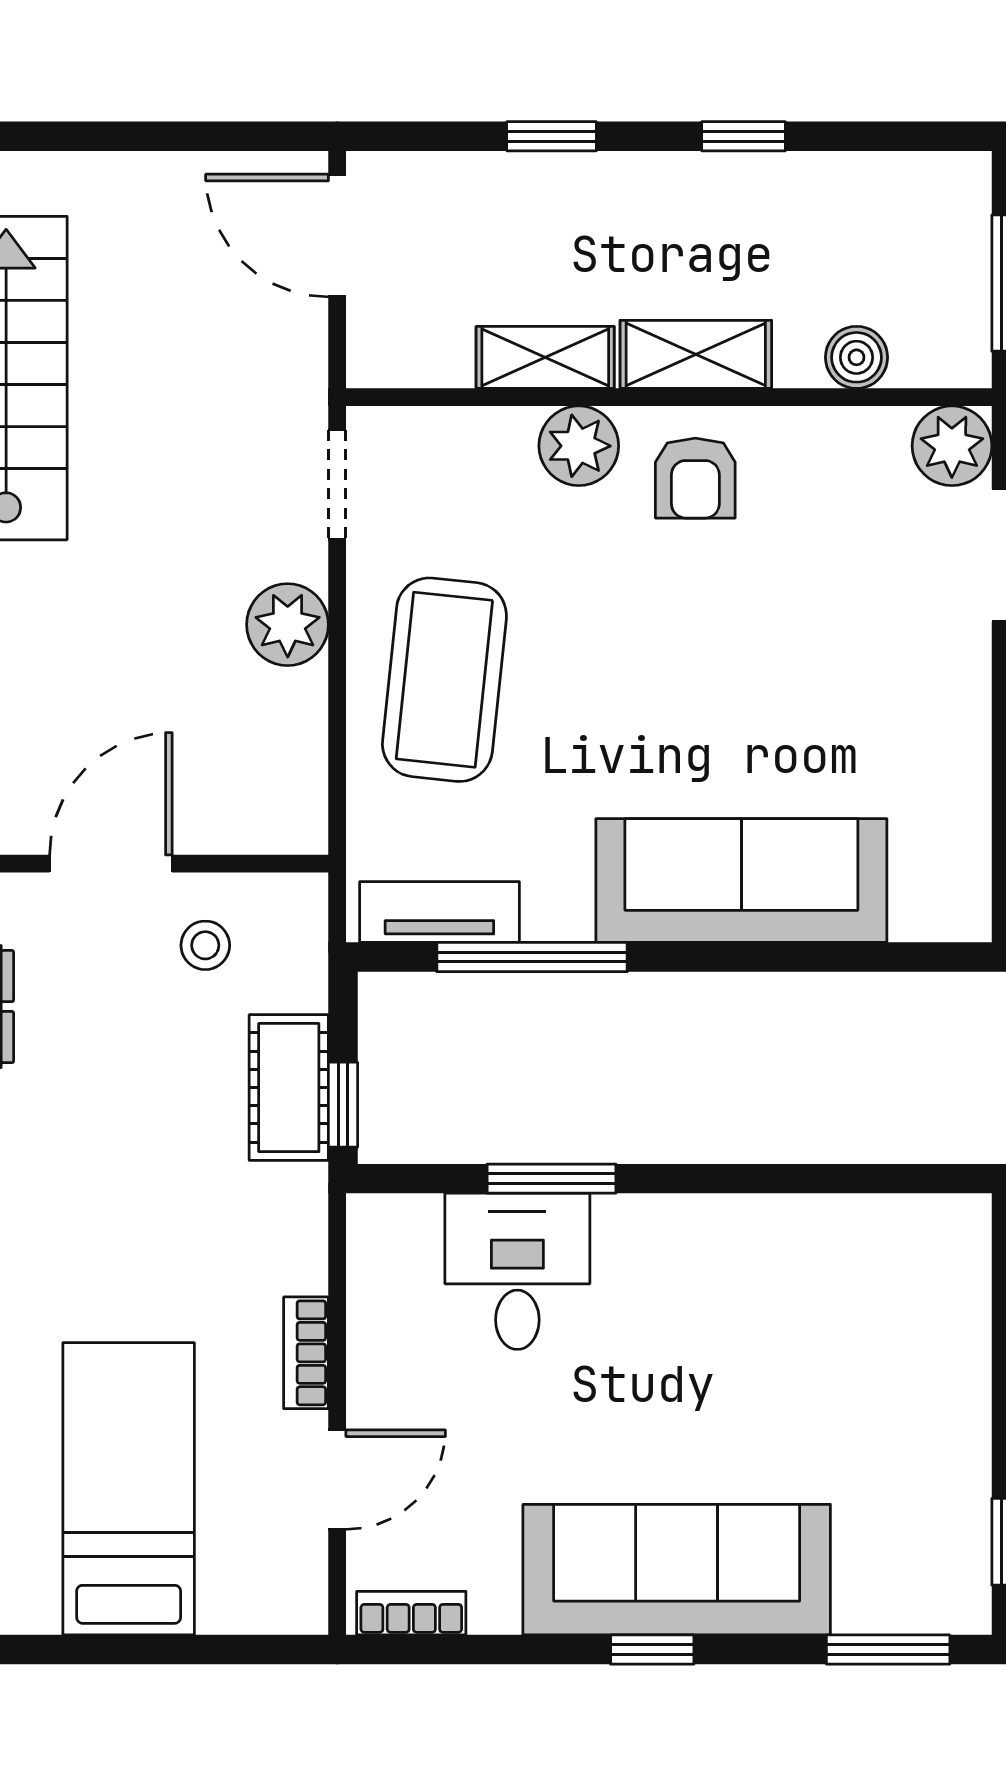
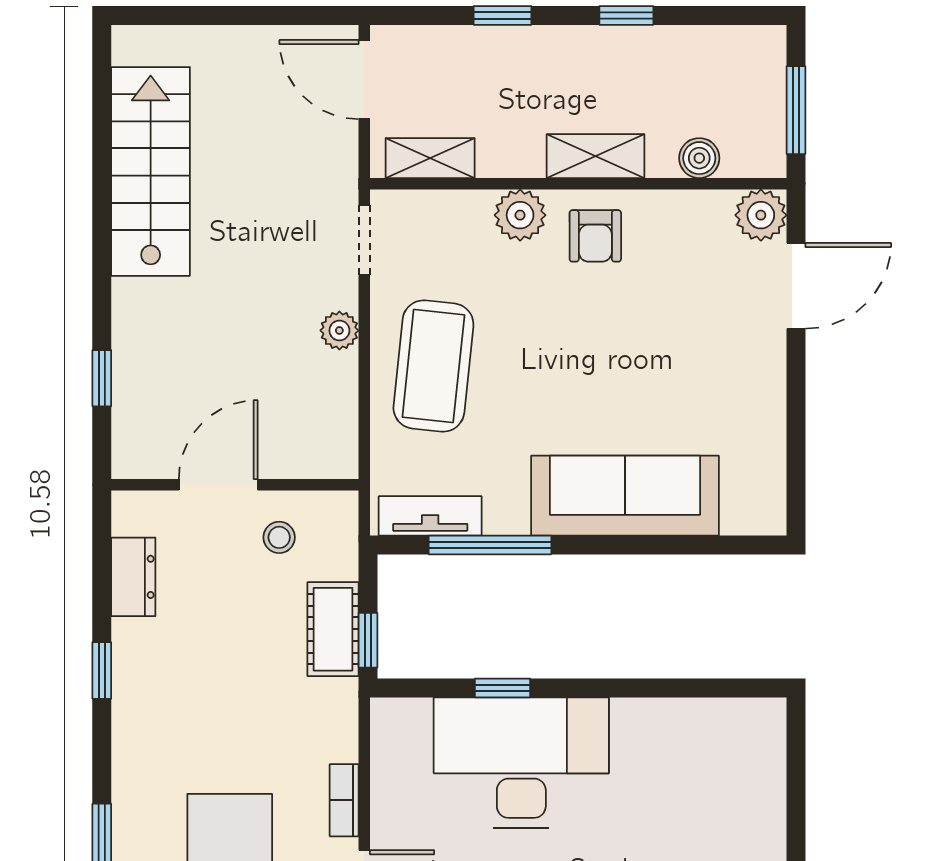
shelving: (545, 357) -> (430, 158), moved
plant: (288, 625) -> (339, 330), width x0.73, depth x0.73
window: (552, 1179) -> (503, 688), width x0.67
desk: (517, 1271) -> (521, 763), width x1.87, depth x1.30

